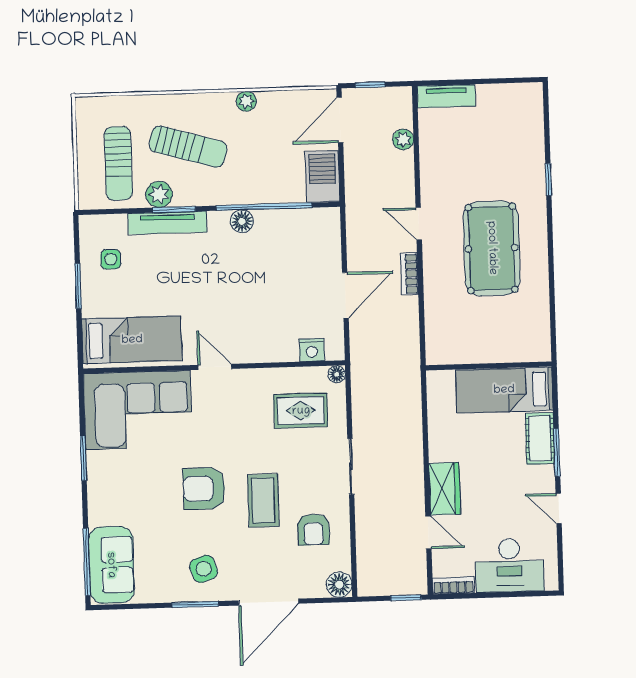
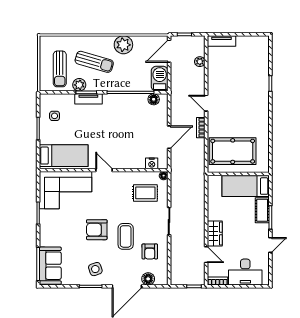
plant: (246, 101) -> (123, 45), width x1.88, depth x1.88
floor lamp: (242, 221) -> (154, 99), moved
tv unit: (167, 223) -> (88, 99), width x0.71
pool table: (492, 248) -> (233, 151), moved, turned 90
door: (559, 508) -> (270, 245), swing flipped
floor lamp: (339, 585) -> (148, 279), moved

